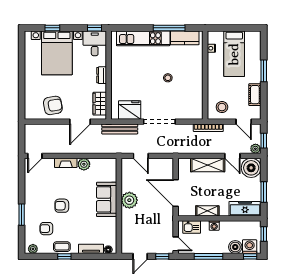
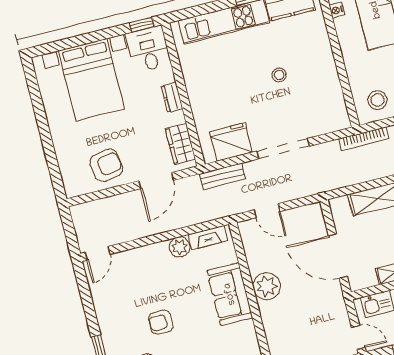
window: (52, 28) -> (74, 42), removed
bench: (120, 129) -> (223, 176), width x0.73
fireplace: (66, 163) -> (208, 237), moved

